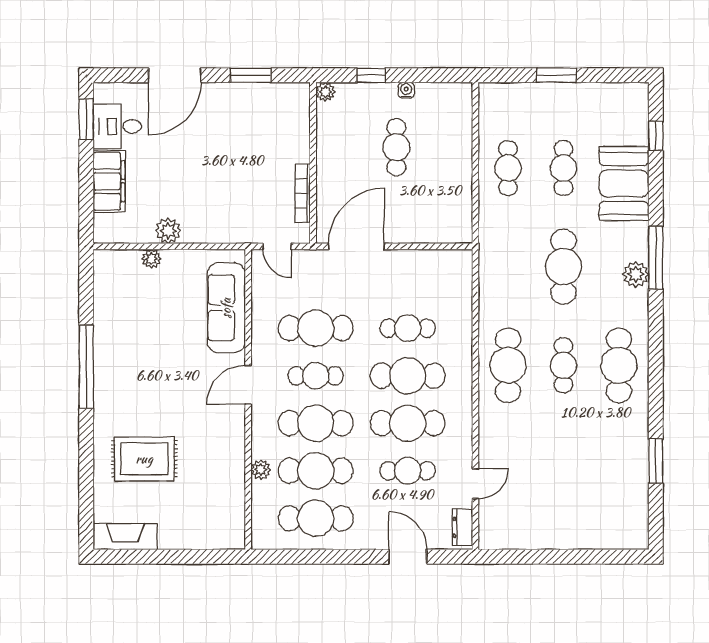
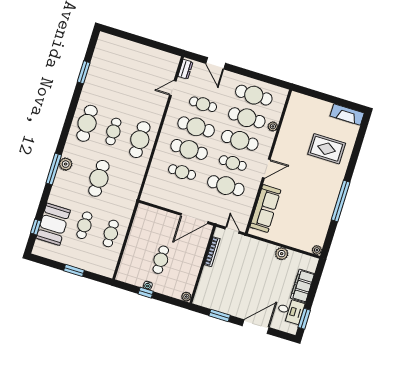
window: (371, 75) -> (146, 293), moved
booth: (624, 184) -> (53, 224), moved
plant: (151, 259) -> (317, 250), moved

